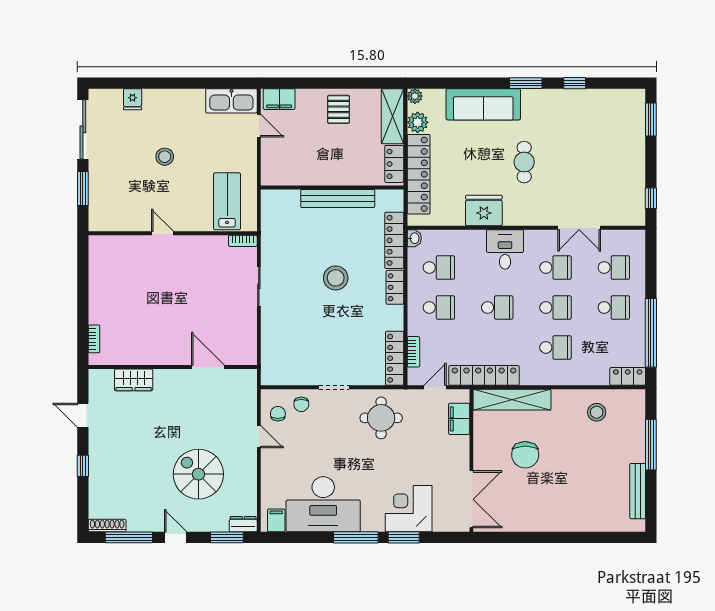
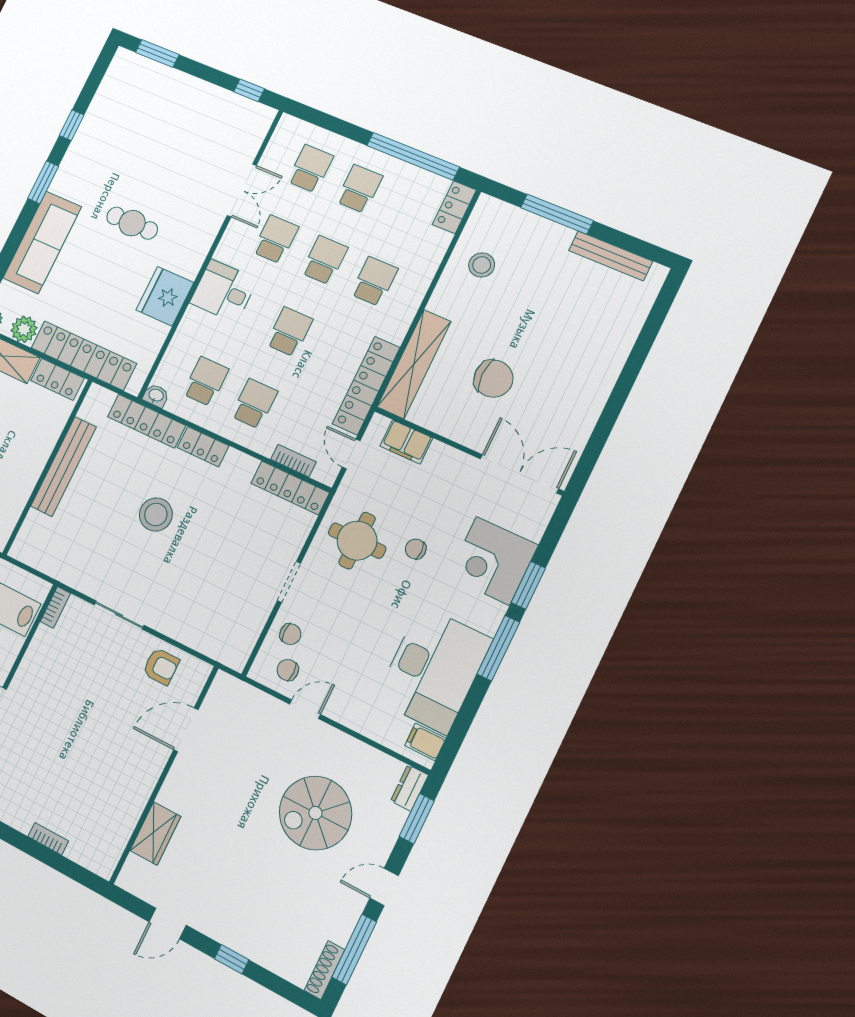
armchair: (240, 331) -> (161, 666), added
bookcase: (94, 339) -> (48, 839), moved
chair: (393, 457) -> (416, 549), added

